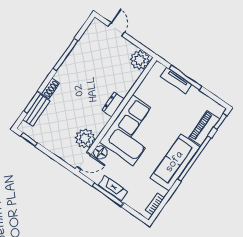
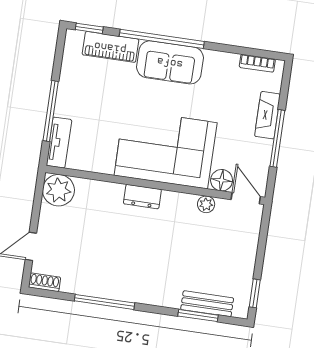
tv unit: (176, 81) -> (59, 143), moved
shoe rack: (50, 88) -> (45, 282), moved
plant: (85, 138) -> (206, 204), width x0.53, depth x0.53
sofa: (175, 162) -> (170, 62), width x0.73
fireplace: (113, 188) -> (267, 115), moved

